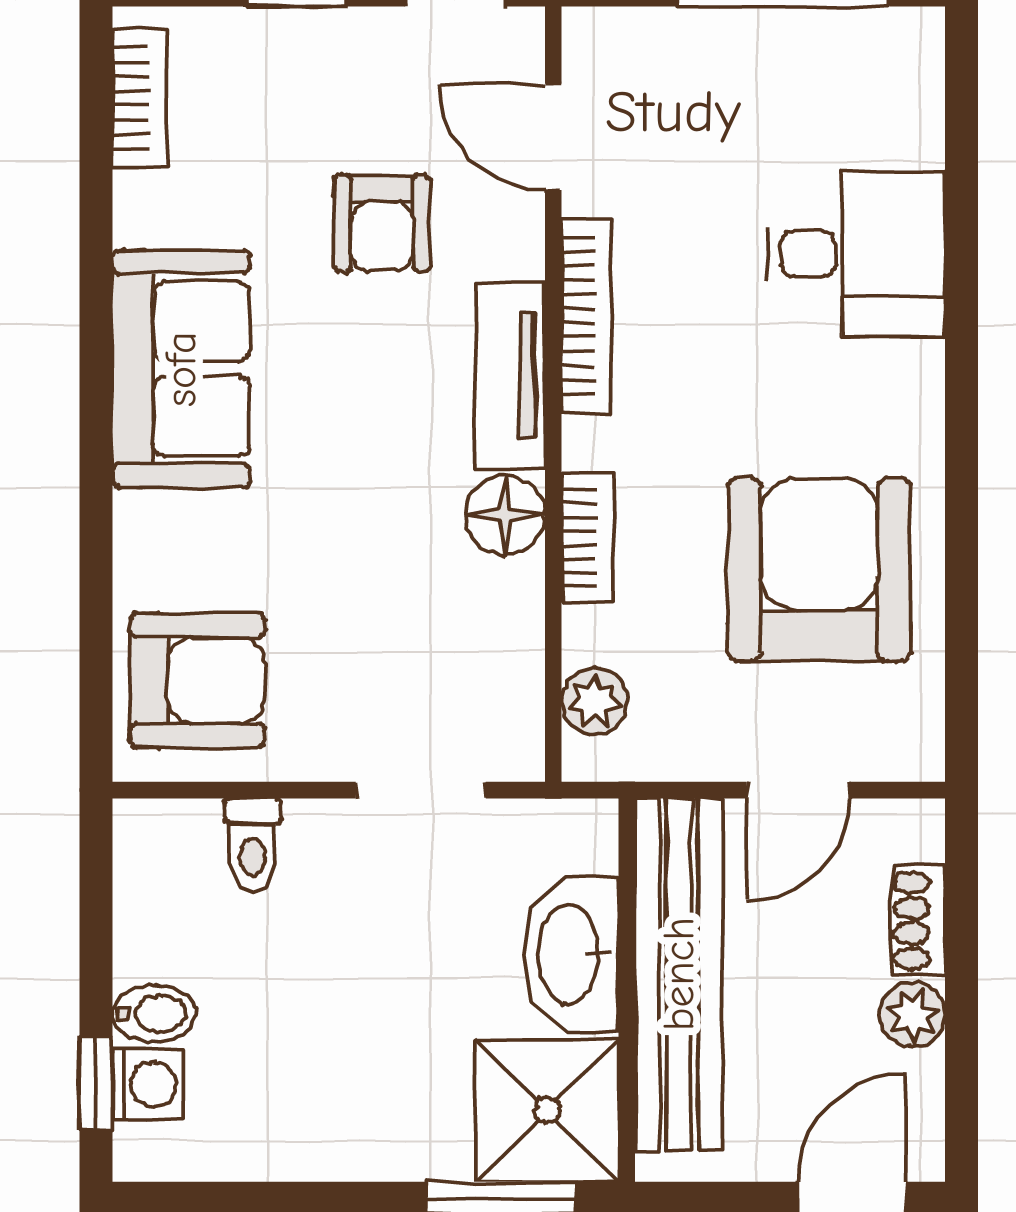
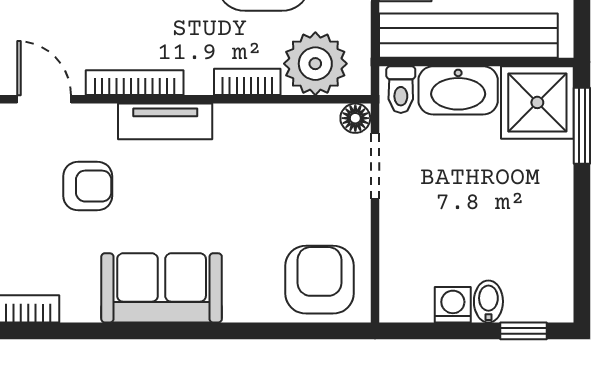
door: (553, 137) -> (44, 99), swing flipped
floor lamp: (505, 515) -> (355, 118), moved, width x0.73, depth x0.73
plant: (595, 701) -> (315, 64), width x1.88, depth x1.88
toilet: (253, 845) -> (401, 90), moved, turned 90
washing machine: (148, 1084) -> (453, 305), moved

